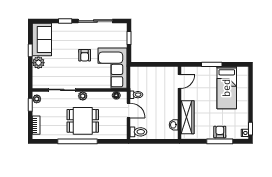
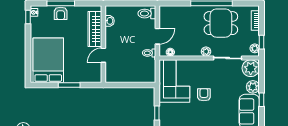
plant: (40, 80) -> (251, 68), added
door: (179, 81) -> (103, 55), moved
bed: (227, 88) -> (48, 60), width x1.50
door: (128, 110) -> (157, 36), swing flipped
dining table: (83, 121) -> (221, 23), moved

